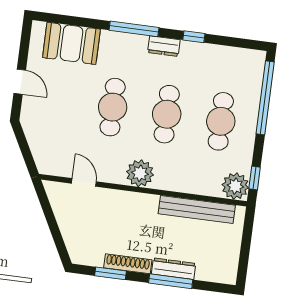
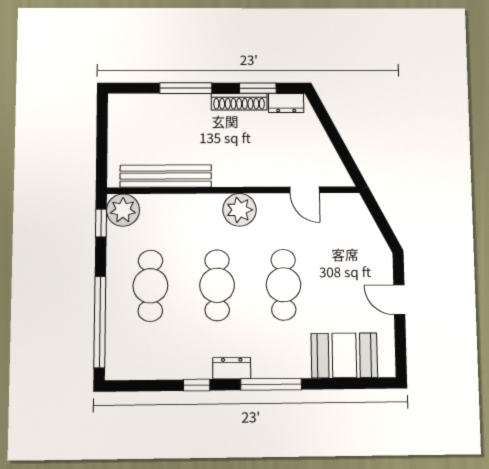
dresser: (174, 269) -> (286, 103), moved, width x0.70

